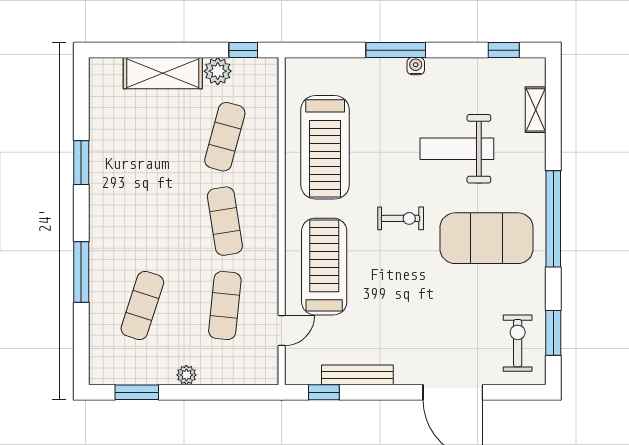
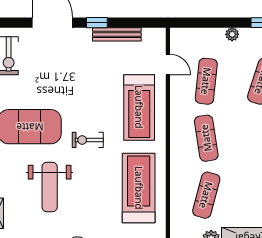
weight bench: (457, 149) -> (50, 187), turned 90
door: (282, 330) -> (168, 64), swing flipped
window: (324, 392) -> (97, 23), moved

